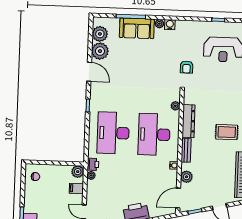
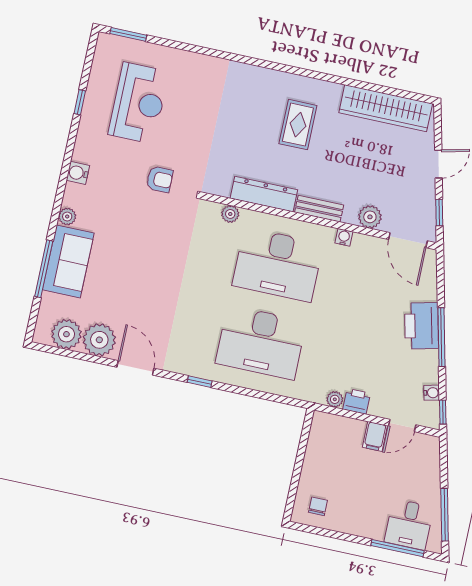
water cooler: (170, 25) -> (78, 173), moved
door: (89, 72) -> (135, 368), hinge flipped
printer: (93, 164) -> (357, 401), moved
plant: (78, 172) -> (323, 424), removed
filing cabinet: (76, 188) -> (375, 436), moved

